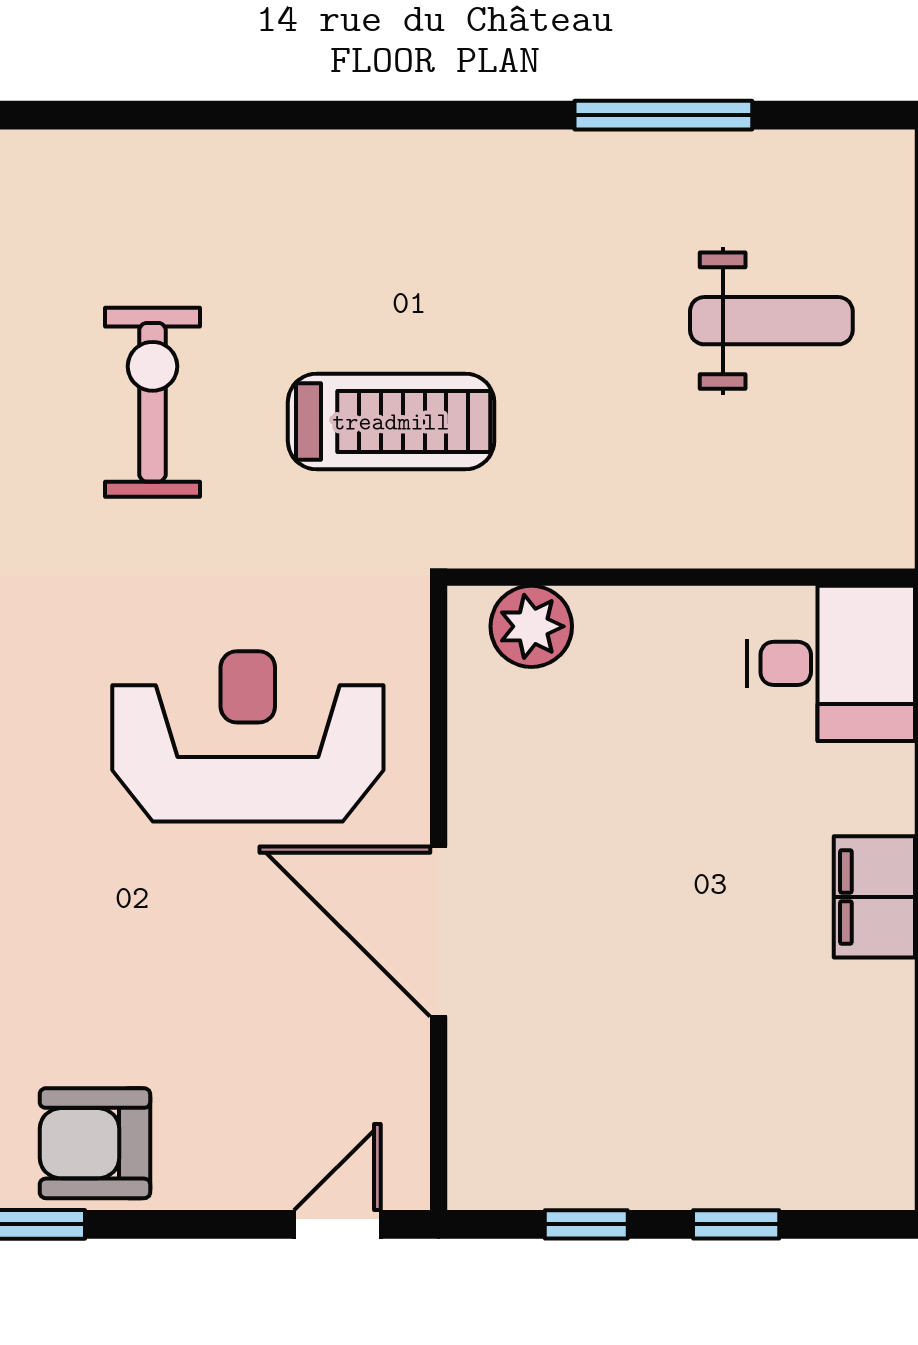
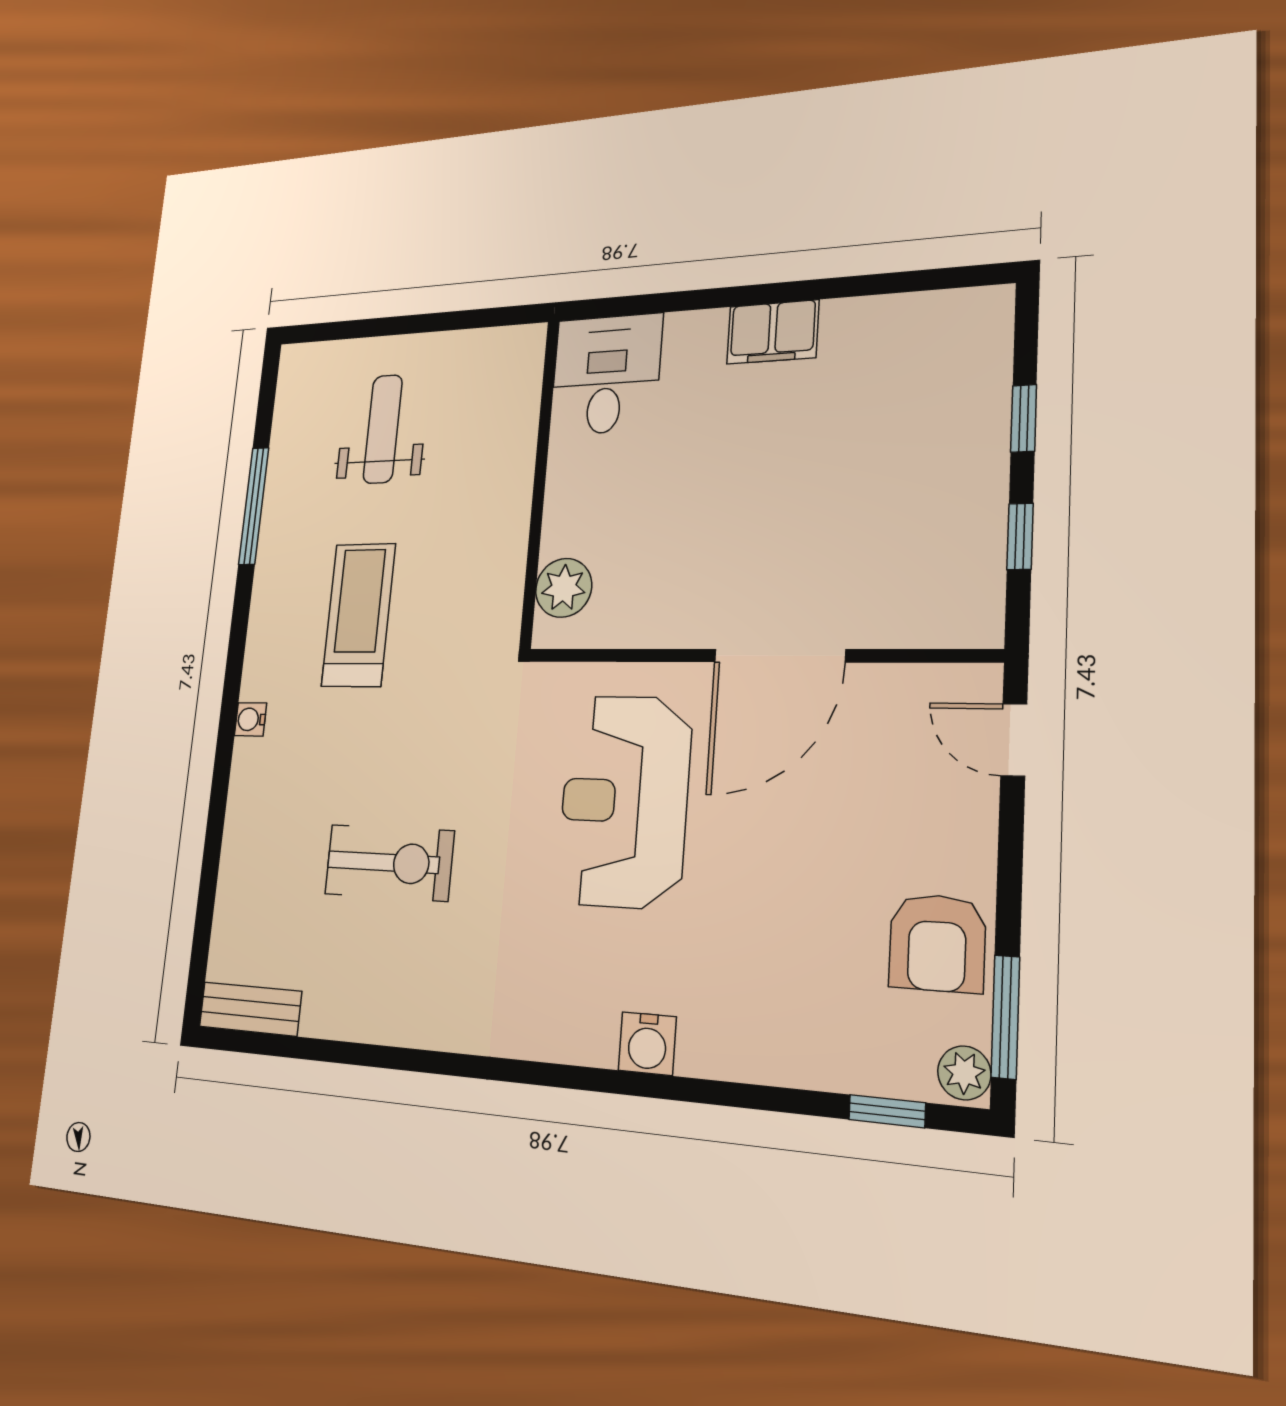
water cooler: (345, 154) -> (251, 719), added
exercise bike: (153, 402) -> (389, 863), turned 180
treadmill: (391, 422) -> (358, 615), moved

